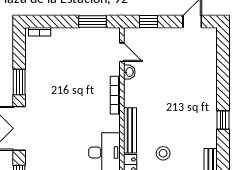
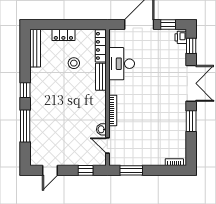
window: (223, 76) -> (25, 126), added
bench: (130, 130) -> (101, 77), width x0.73

